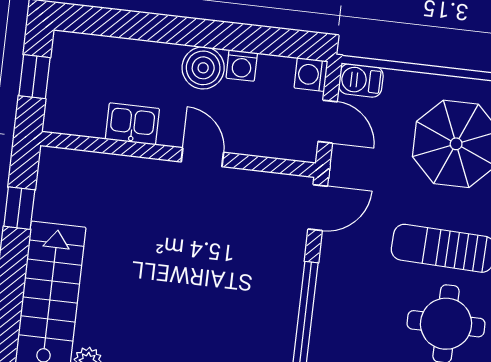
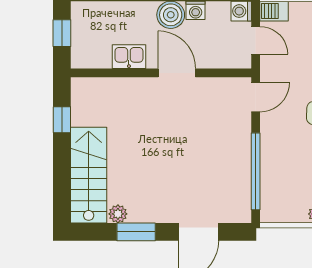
door: (202, 157) -> (177, 73), width x1.38

